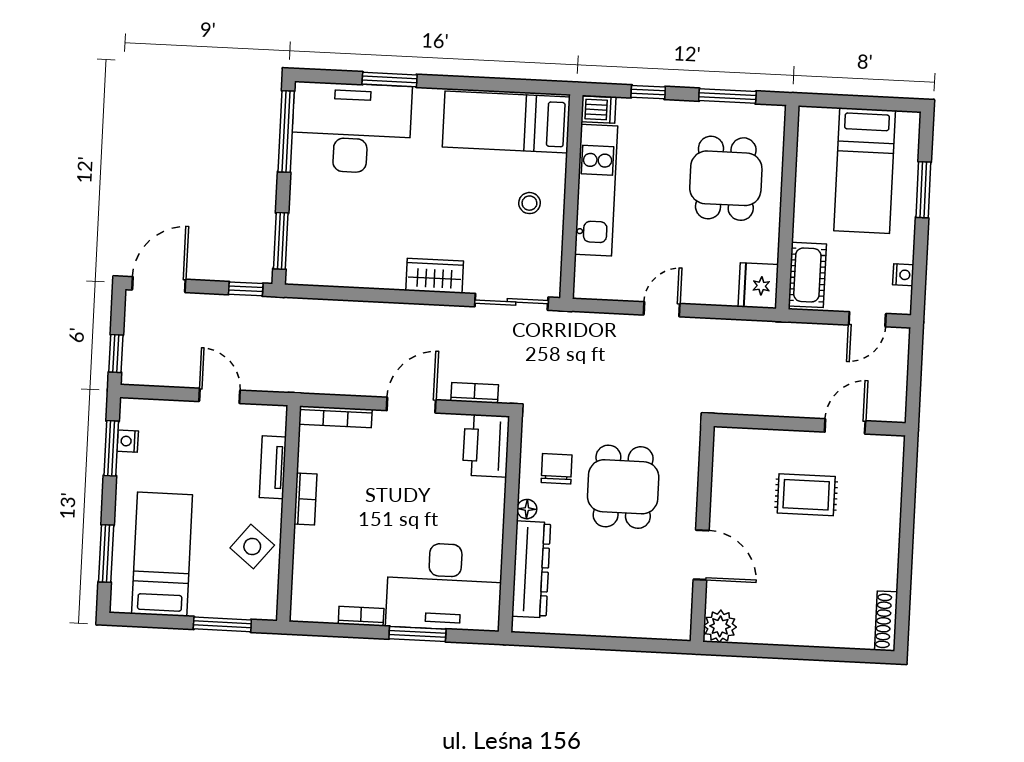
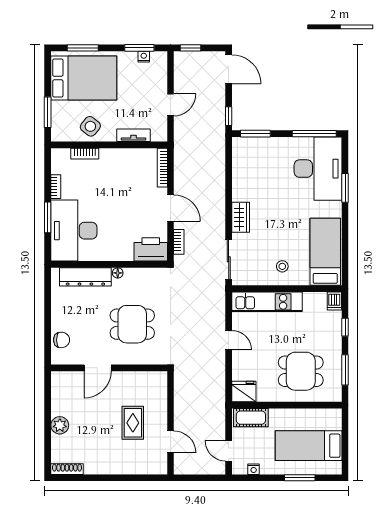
kitchen unit: (596, 190) -> (267, 302), moved
chair: (557, 469) -> (62, 340), moved
bookcase: (305, 499) -> (85, 154), moved
bed: (162, 554) -> (84, 78), width x1.50
plant: (720, 626) -> (60, 425), moved

